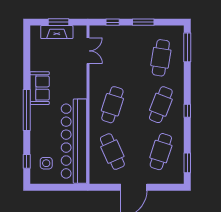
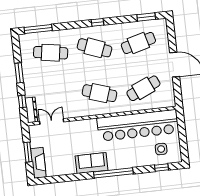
dresser: (103, 31) -> (31, 110), added
fireplace: (57, 32) -> (38, 163), moved
cafe table: (161, 152) -> (138, 43), turned -33

